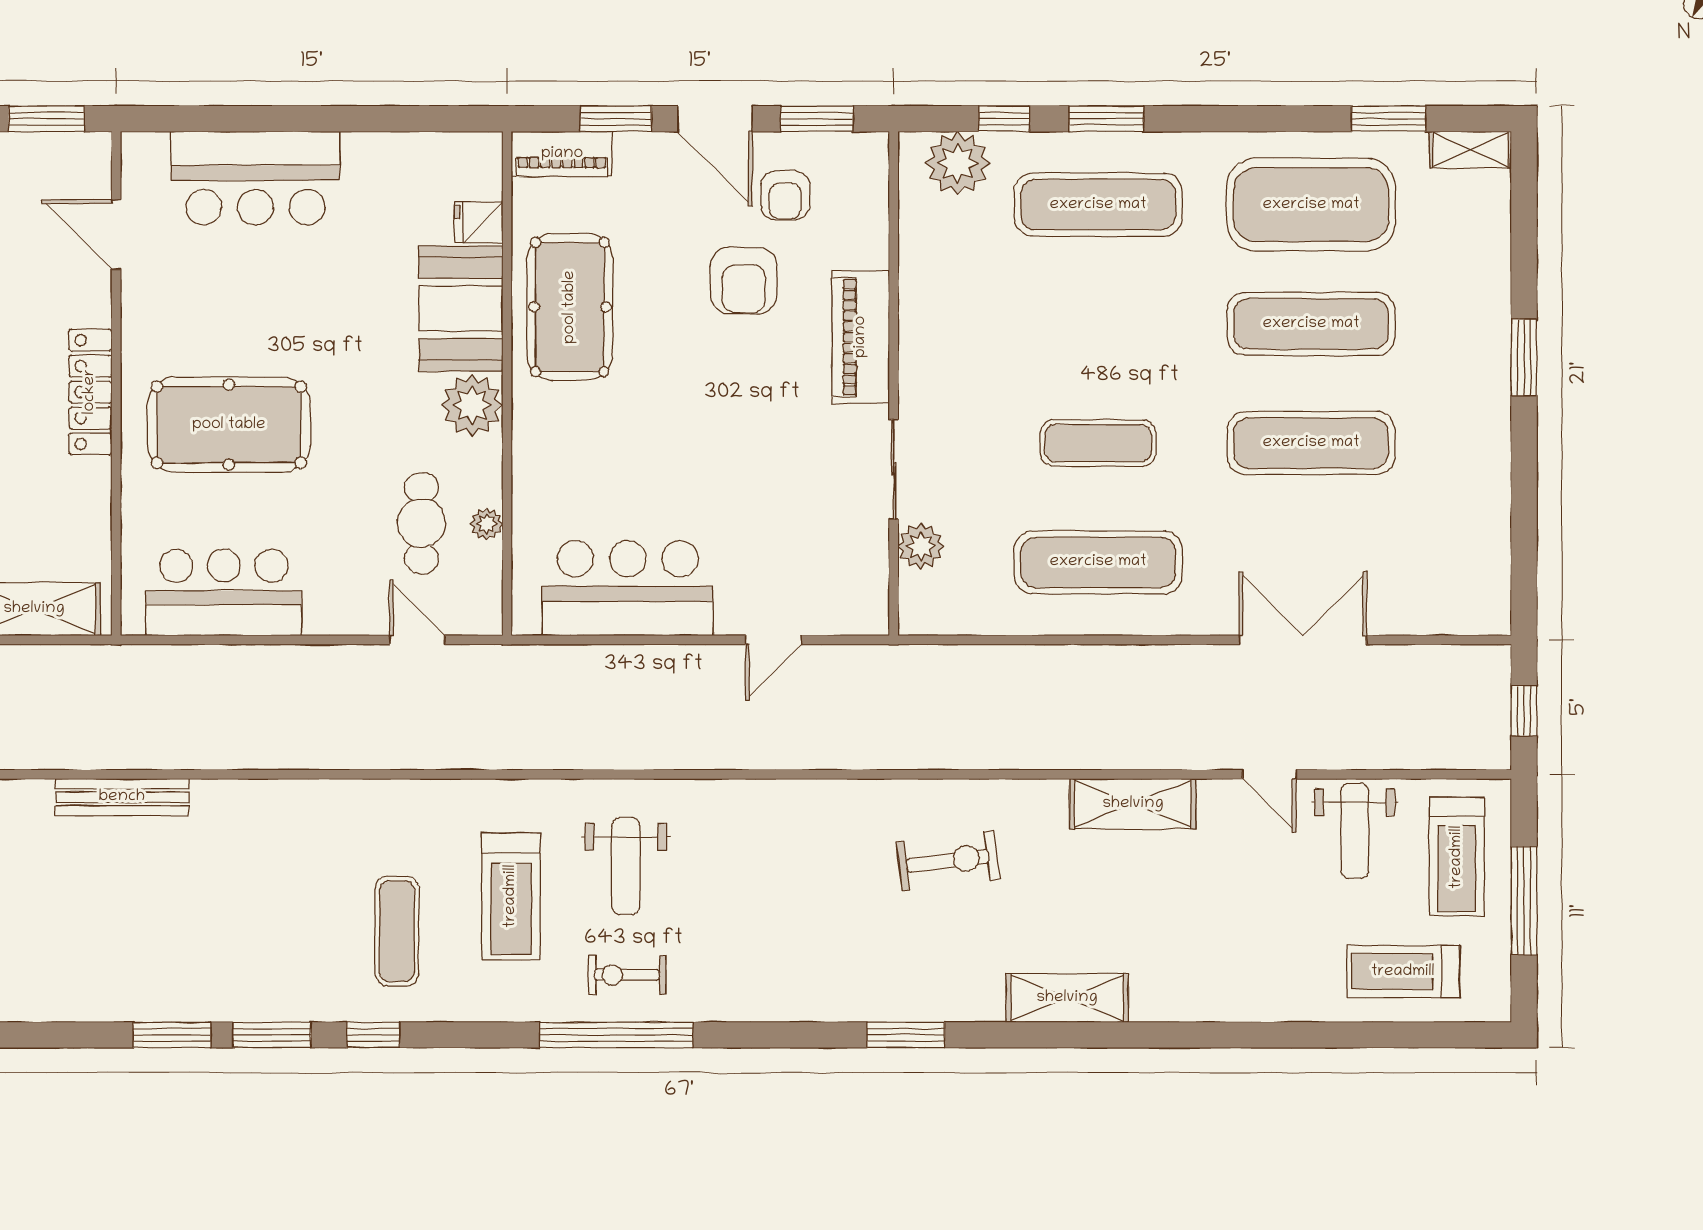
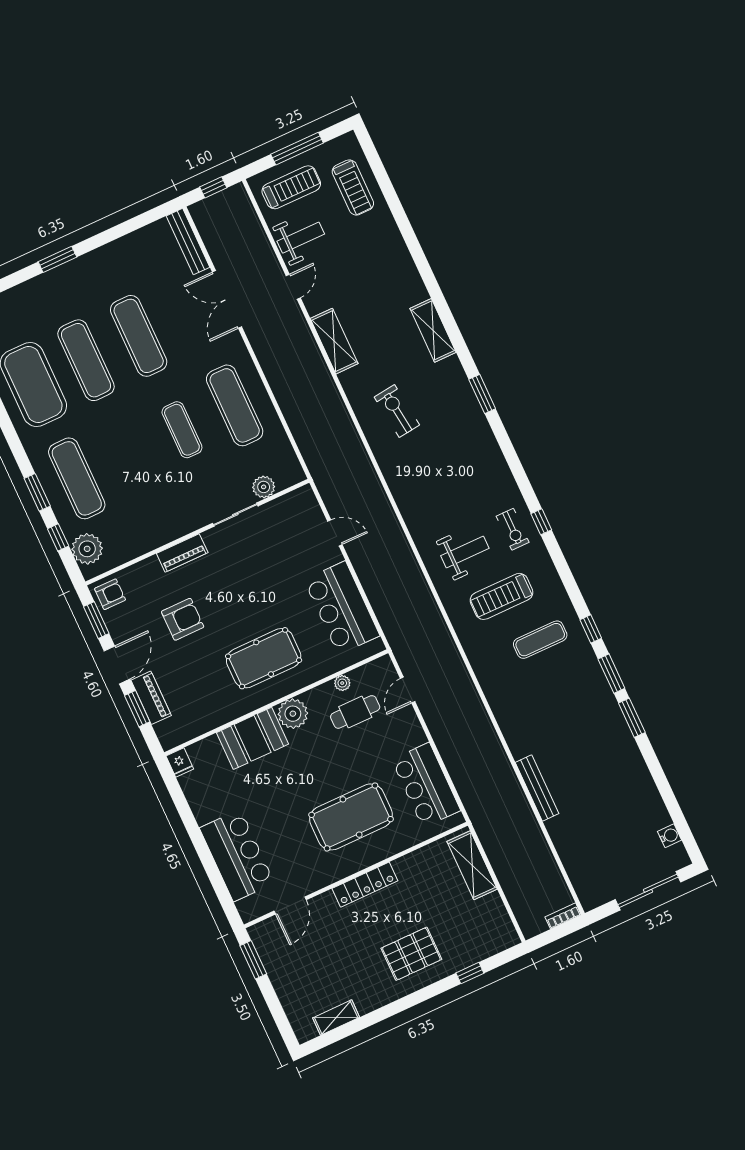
piano: (562, 154) -> (151, 698), moved
armchair: (785, 195) -> (110, 594), moved
fridge: (479, 222) -> (180, 762), moved
pool table: (570, 307) -> (264, 658), moved
piano: (861, 337) -> (182, 553), width x0.73, depth x0.75
pool table: (229, 425) -> (351, 817), turned 90
bench: (1444, 617) -> (188, 242), added
treadmill: (511, 896) -> (501, 596), turned 180
window: (616, 1035) -> (541, 522), width x0.32

